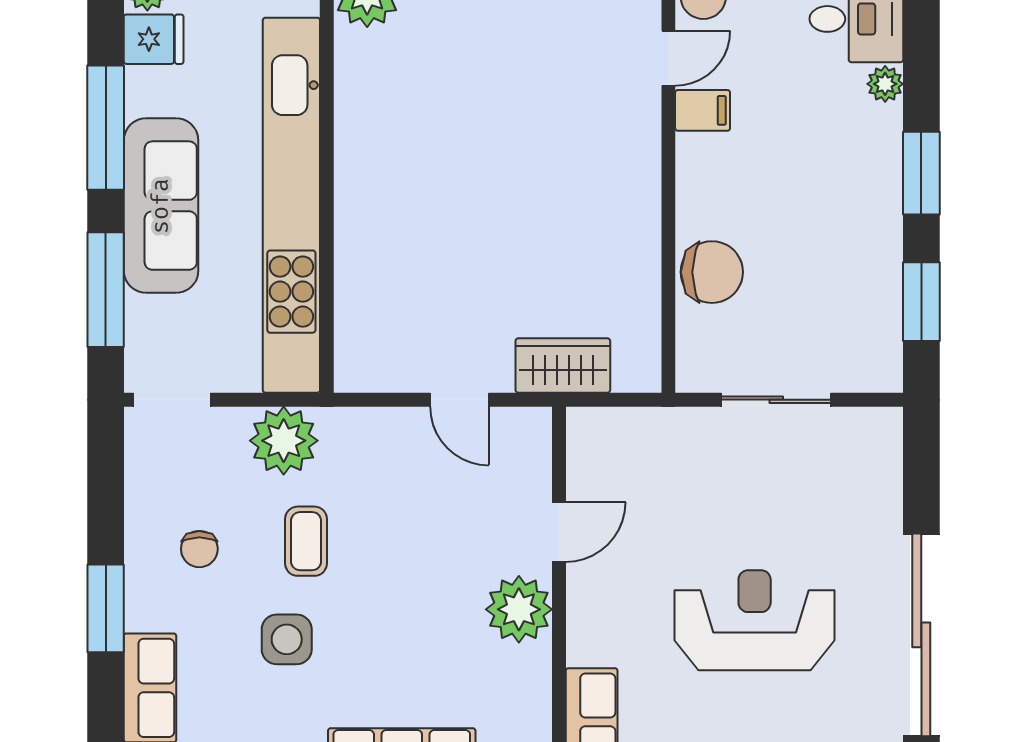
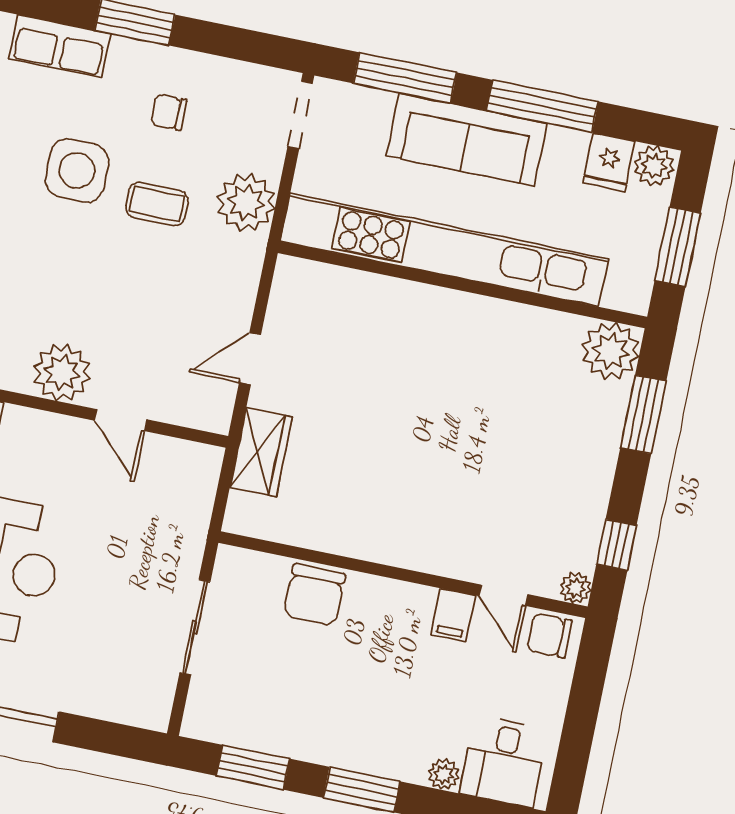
side table: (287, 639) -> (77, 170), width x1.37, depth x1.37

